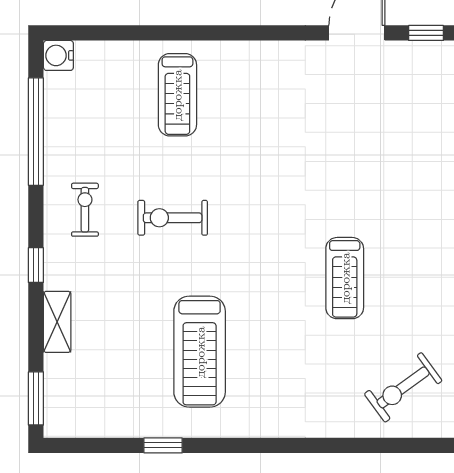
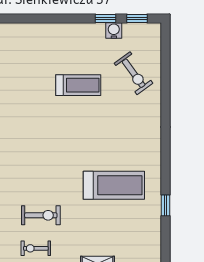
exercise bike: (173, 218) -> (41, 215), moved, turned -90
treadmill: (345, 278) -> (78, 85), moved

